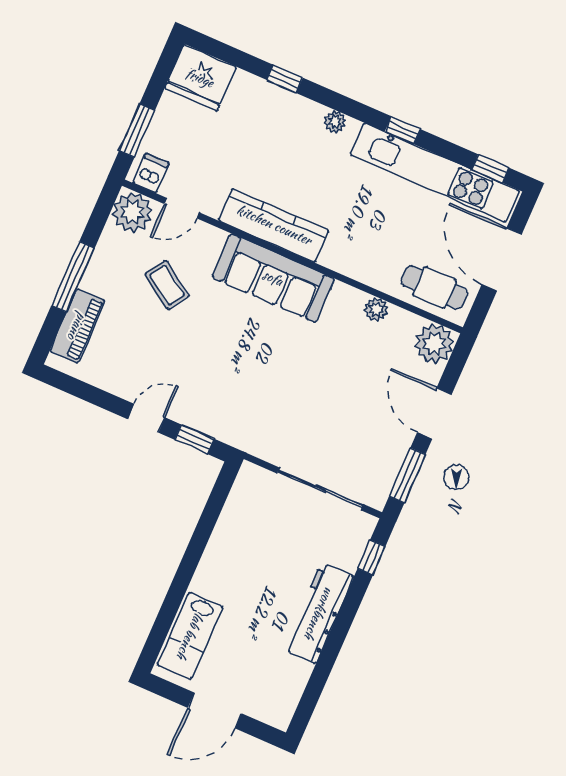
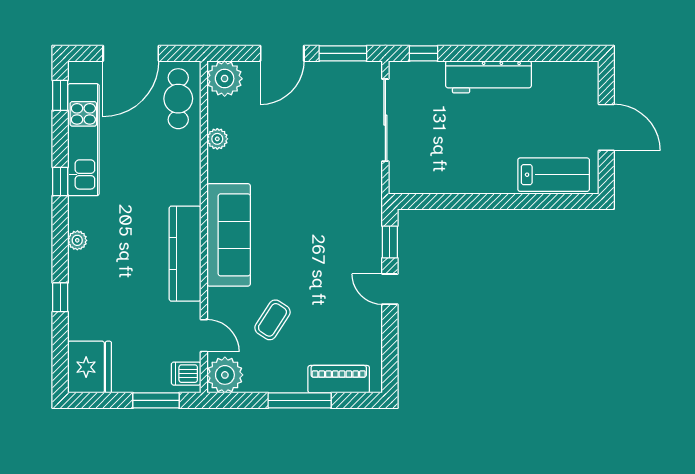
kitchen unit: (435, 173) -> (83, 140), width x0.73

